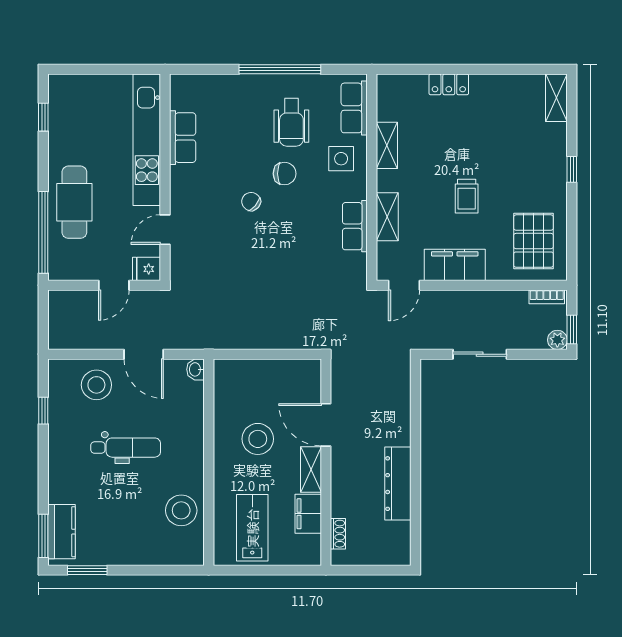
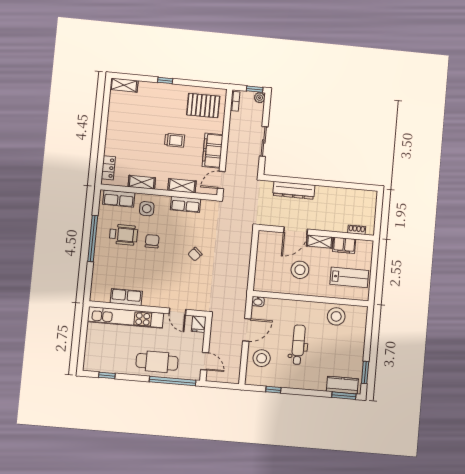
locker: (449, 84) -> (108, 168), moved
chair: (251, 202) -> (195, 254), moved
door: (114, 285) -> (205, 361), moved
door: (404, 285) -> (221, 180), swing flipped
dresser: (398, 484) -> (294, 190), moved
lab bench: (252, 528) -> (349, 277), turned 180

